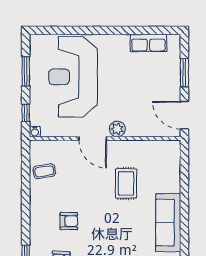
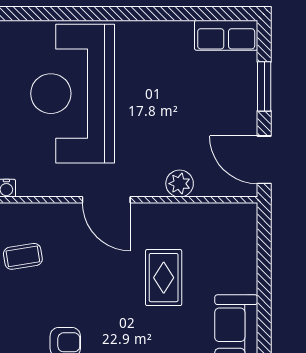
row of seats: (148, 43) -> (226, 35), moved
plant: (117, 129) -> (180, 184), moved

